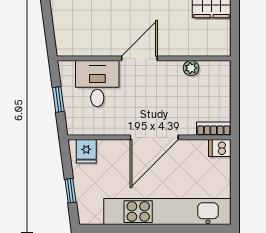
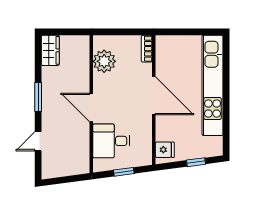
plant: (191, 68) -> (104, 61), width x1.88, depth x1.88
dishwasher: (220, 148) -> (162, 44), removed

